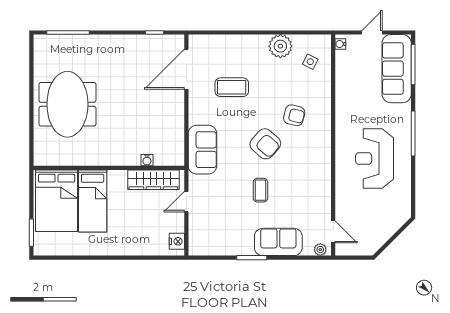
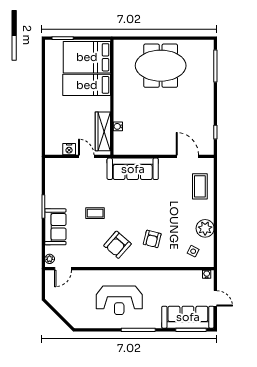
door: (186, 69) -> (187, 156), width x0.73
coffee table: (232, 87) -> (200, 186), moved
armchair: (265, 144) -> (117, 245), moved
sofa: (202, 150) -> (133, 169), width x1.36
reception desk: (375, 158) -> (119, 300), turned 180
nightstand: (177, 241) -> (69, 149), moved

